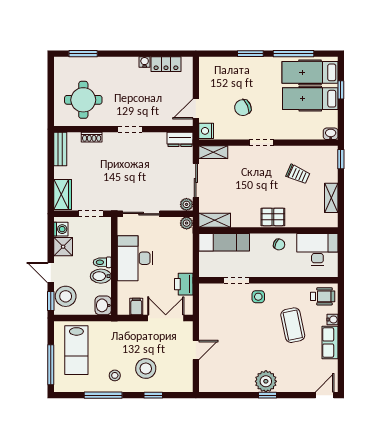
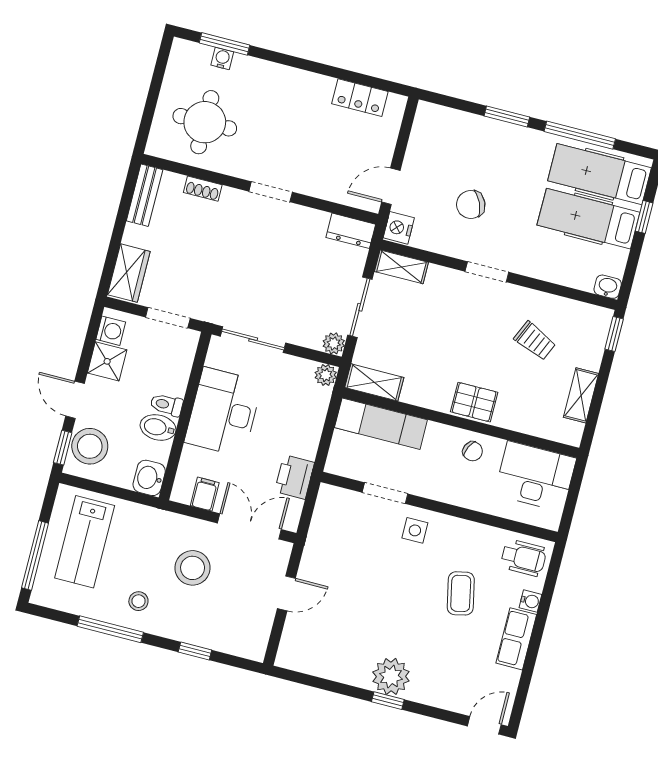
water cooler: (145, 62) -> (222, 58), moved
coffee table: (293, 325) -> (461, 593), width x0.73, depth x0.77
stool: (146, 368) -> (193, 568), moved

